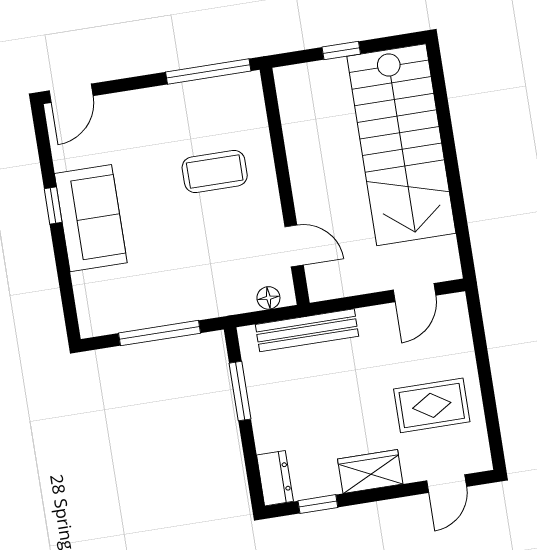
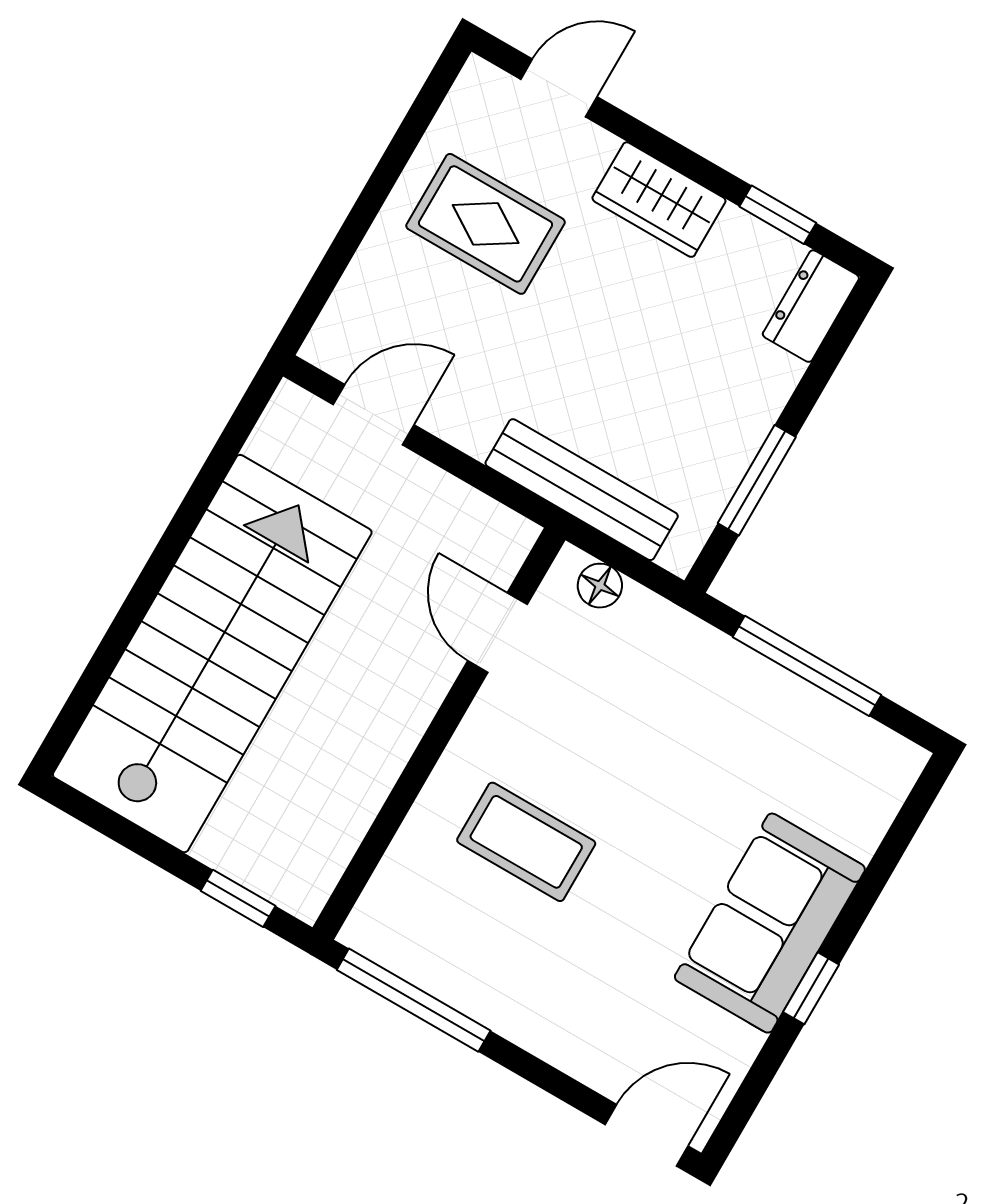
window: (341, 50) -> (238, 898), moved

